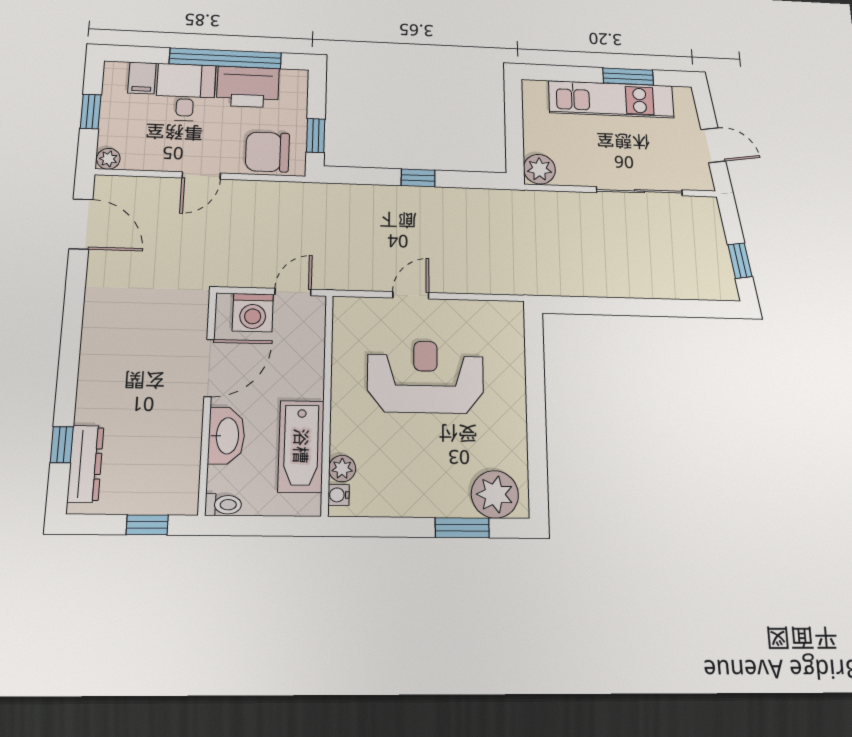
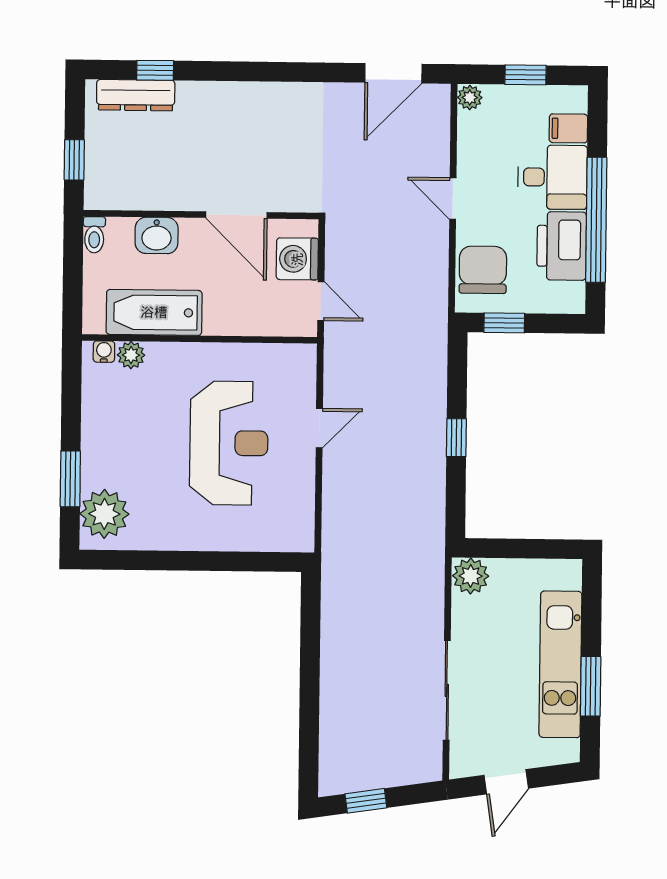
door: (411, 295) -> (319, 428), hinge flipped
washbasin: (226, 436) -> (157, 235), width x0.72

